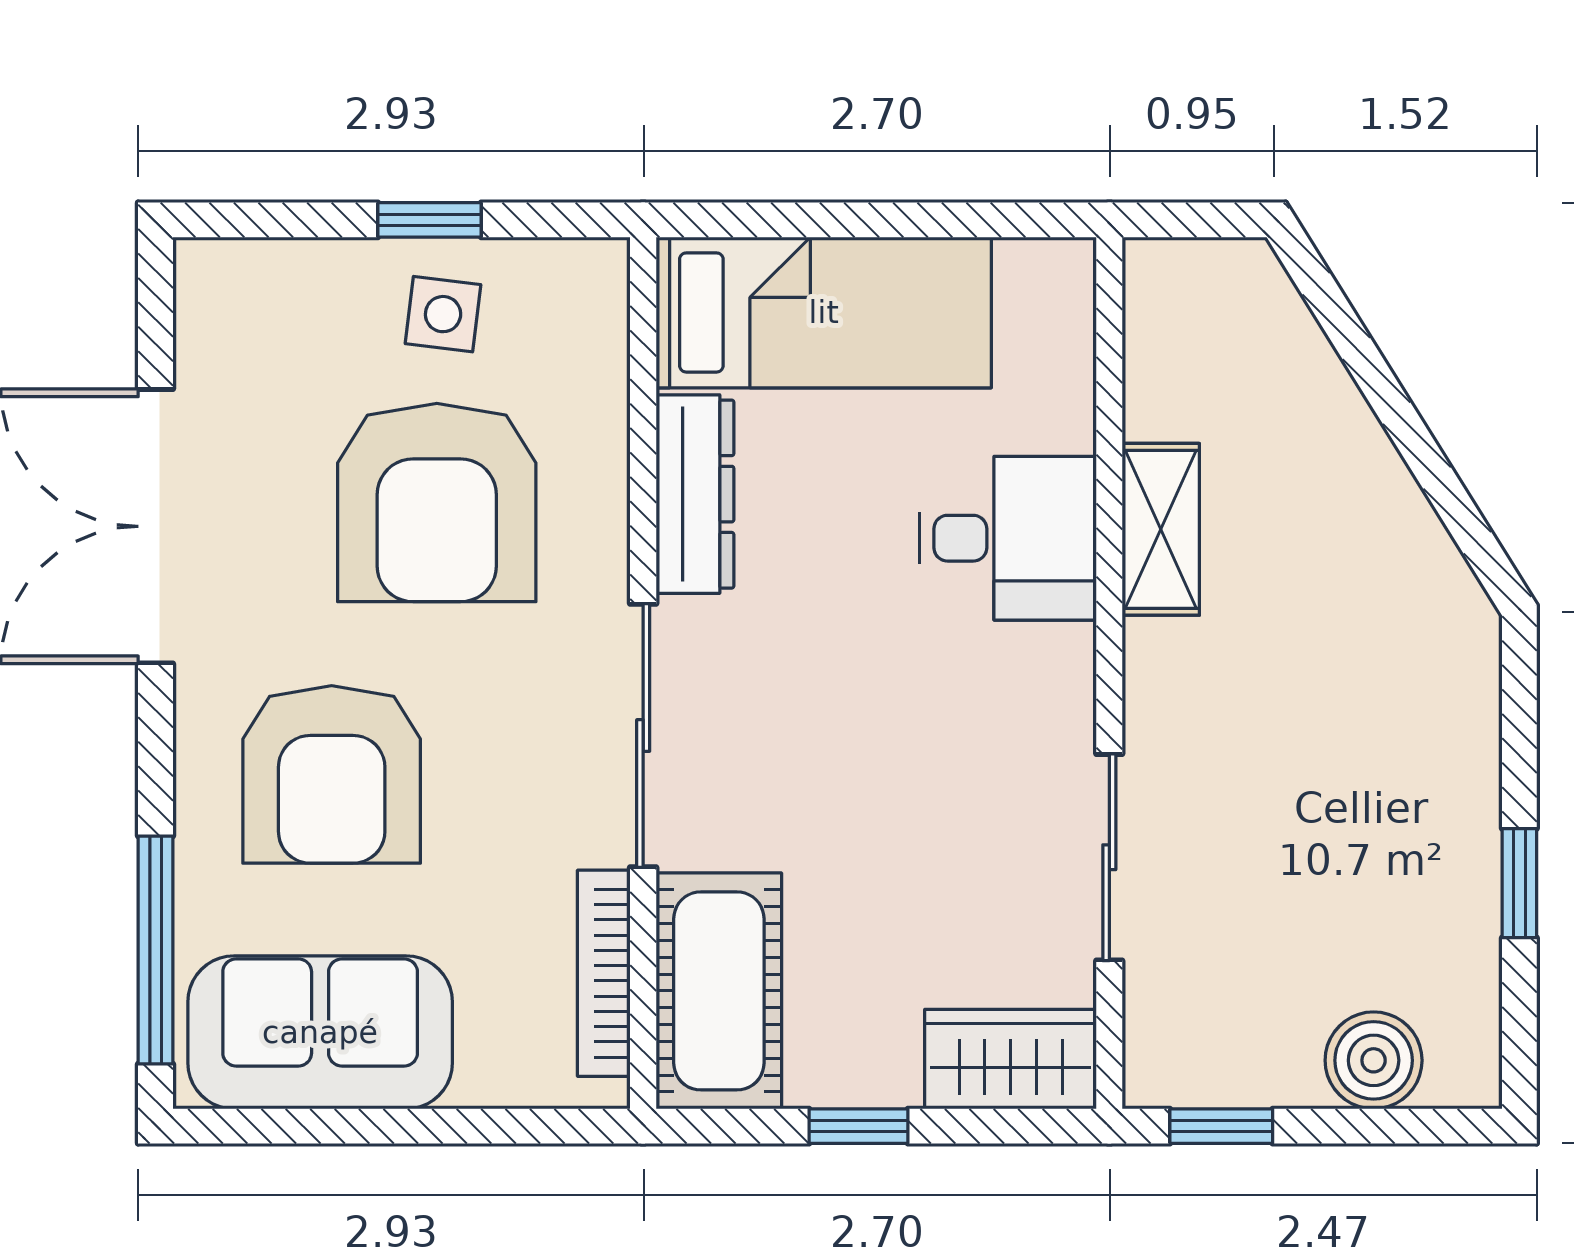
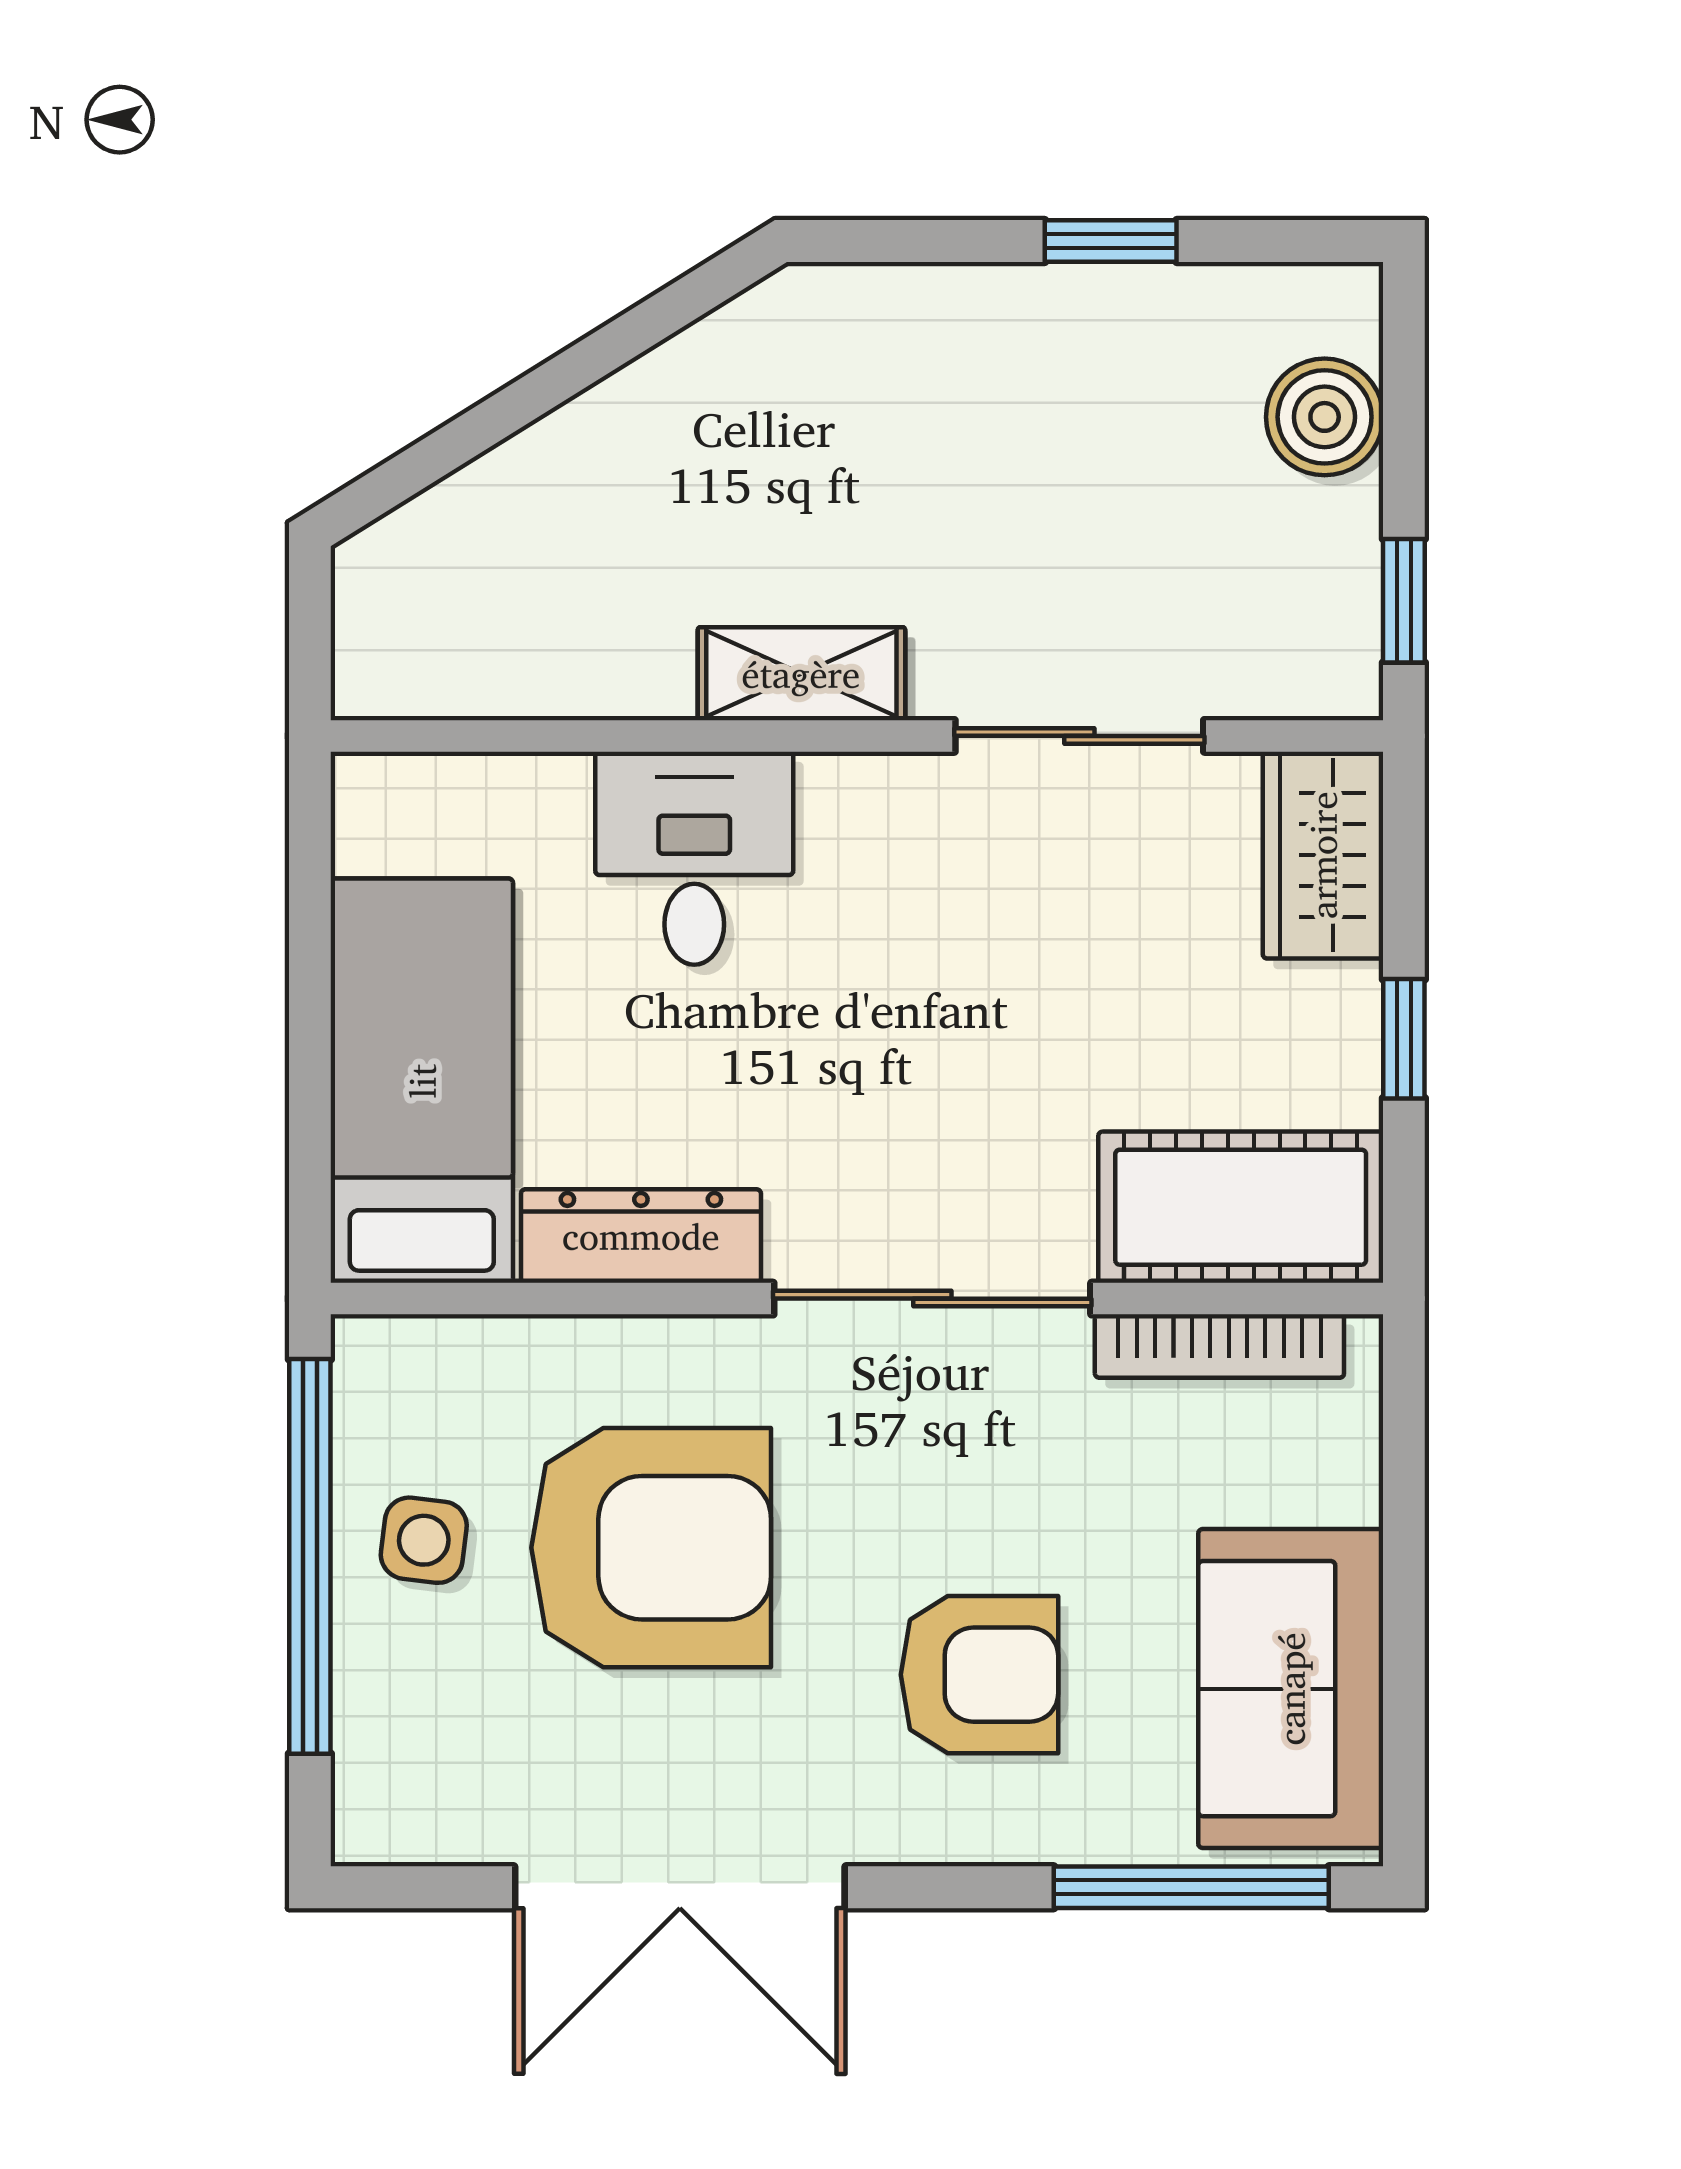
window: (430, 220) -> (310, 1556), width x3.17
shelving: (1161, 529) -> (801, 674), moved
armchair: (332, 774) -> (979, 1675), width x0.73, depth x0.73

